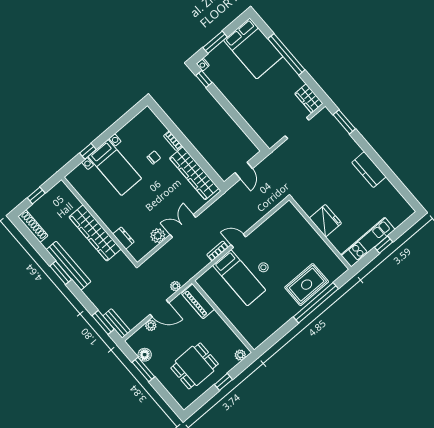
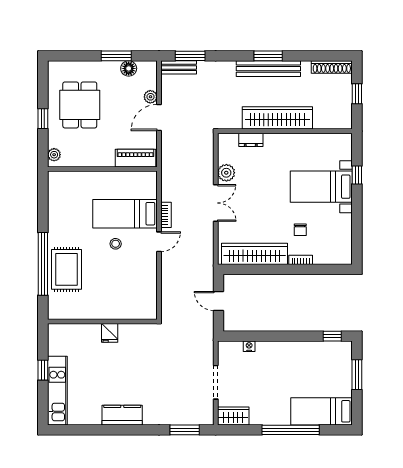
bed: (253, 48) -> (322, 411), width x0.67
nightstand: (203, 65) -> (249, 346), moved
fridge: (325, 221) -> (110, 333), width x0.53, depth x0.75
kitchen unit: (368, 242) -> (57, 391), moved
plant: (175, 286) -> (167, 149), removed

